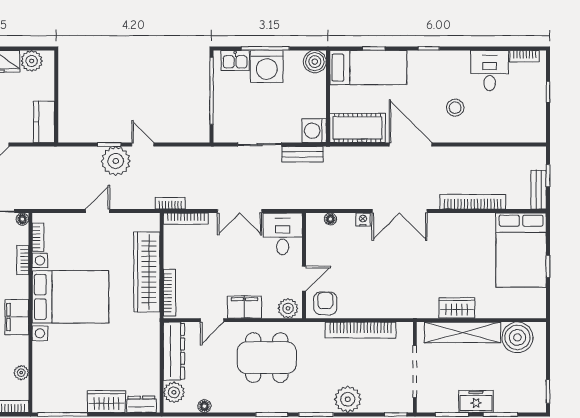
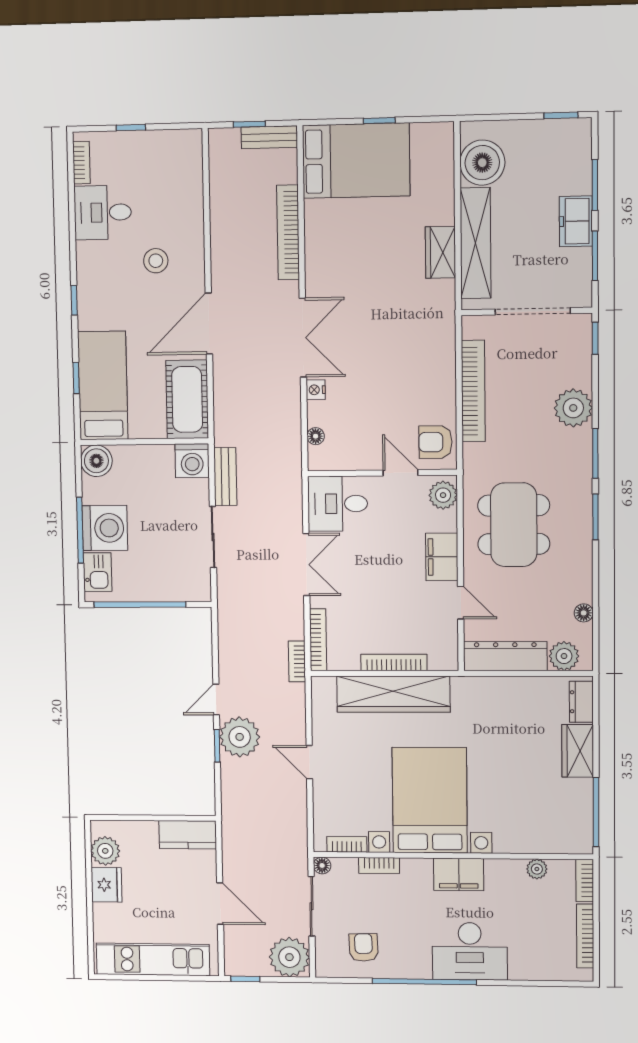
bookcase: (169, 293) -> (394, 662), moved

